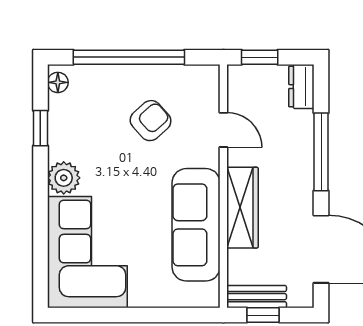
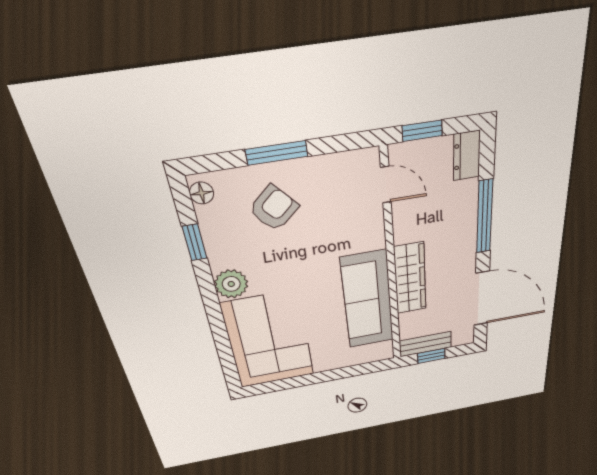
window: (129, 57) -> (277, 153), width x0.47
armchair: (151, 121) -> (274, 208), moved
door: (223, 130) -> (386, 185), moved

